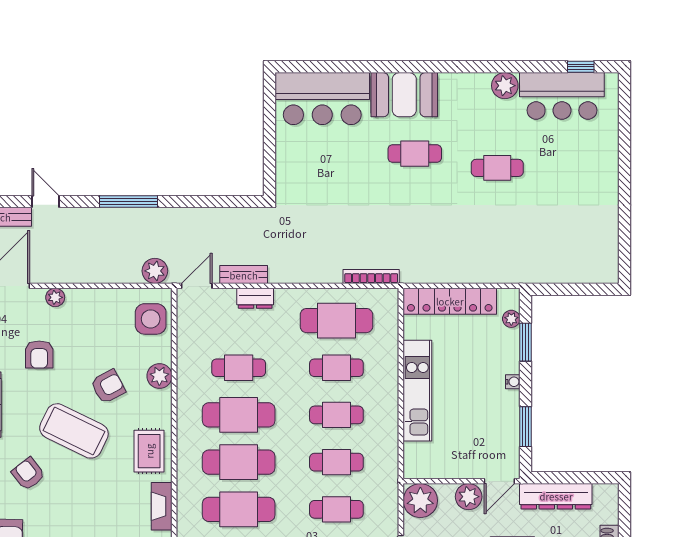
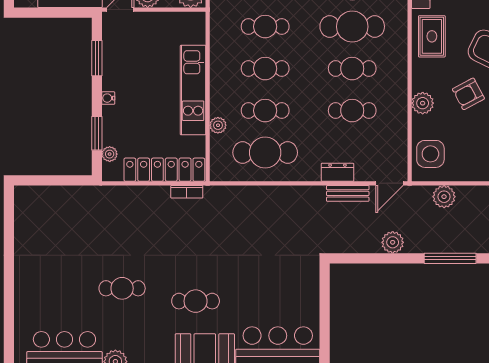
plant: (193, 220) -> (393, 242), added
plant: (155, 271) -> (444, 197), moved
bookcase: (371, 276) -> (187, 192), moved, width x0.64
plant: (389, 351) -> (218, 125), added
cafe table: (239, 415) -> (352, 69), width x0.73, depth x0.74

